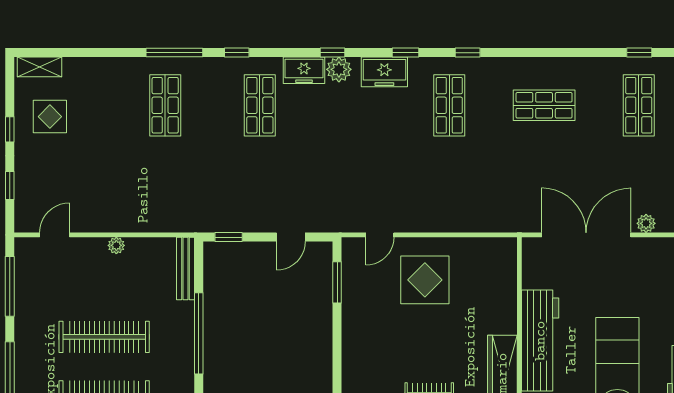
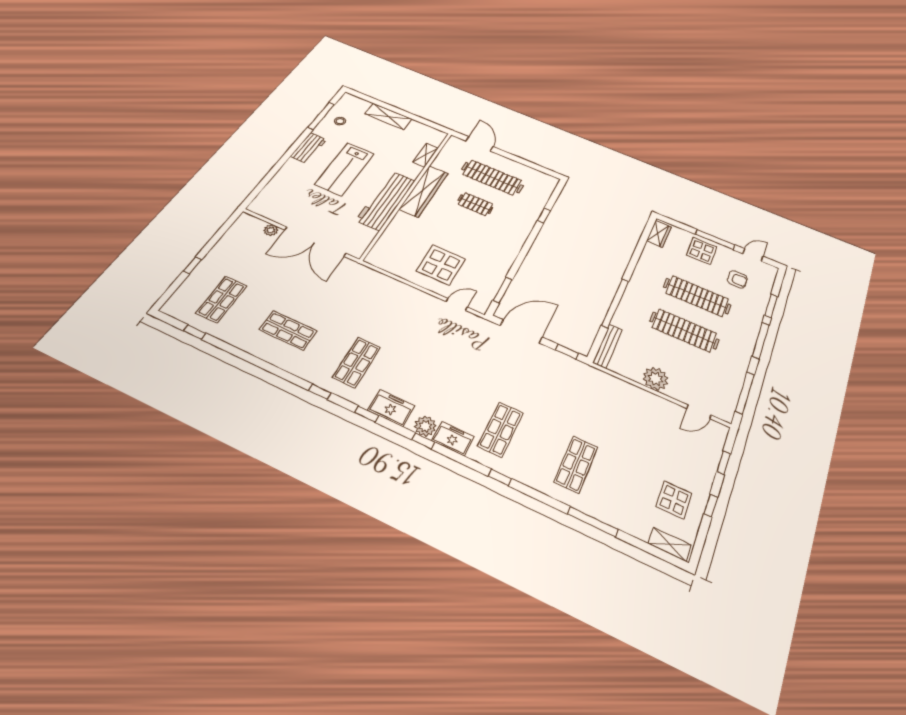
window: (174, 53) -> (593, 522), moved
door: (291, 237) -> (521, 331), width x1.88
plant: (116, 245) -> (656, 379), width x1.87, depth x1.87

